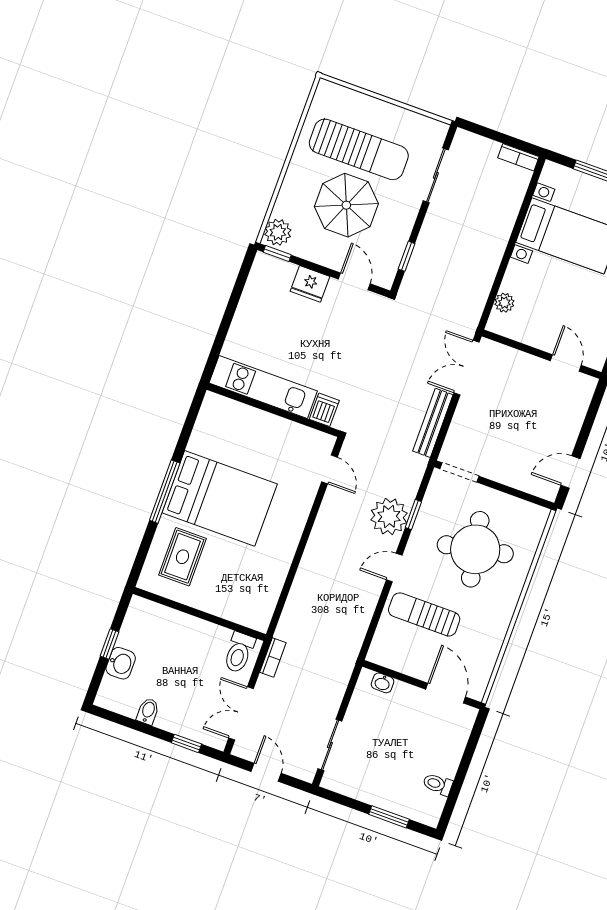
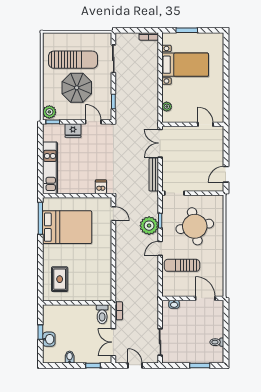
kitchen unit: (263, 387) -> (50, 168), moved, turned 90
window: (165, 492) -> (40, 218), moved
bed: (220, 498) -> (67, 227), moved

